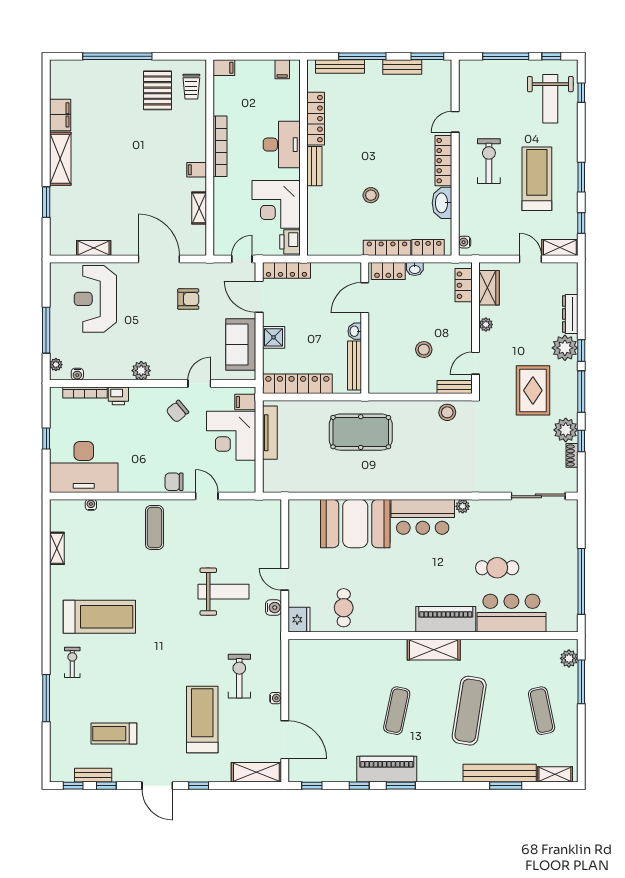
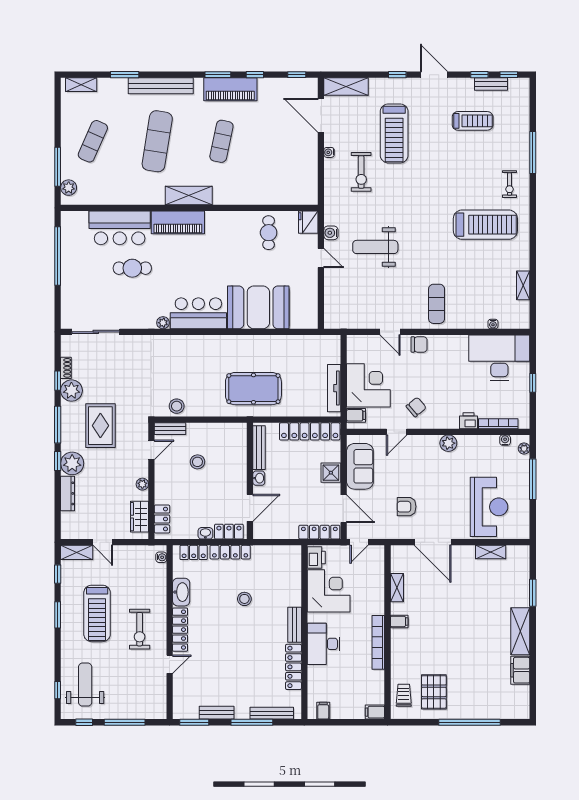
treadmill: (99, 617) -> (485, 225), turned 180
exercise mat: (542, 711) -> (93, 141), turned 36
bench: (500, 773) -> (161, 86), moved

